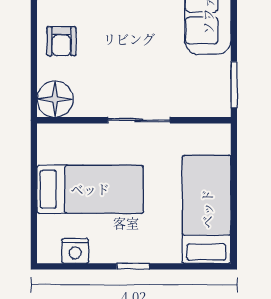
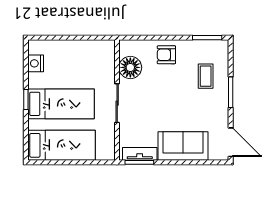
tv unit: (220, 84) -> (140, 154), added
floor lamp: (55, 99) -> (130, 67), moved
bed: (90, 189) -> (61, 104), moved, turned -90

